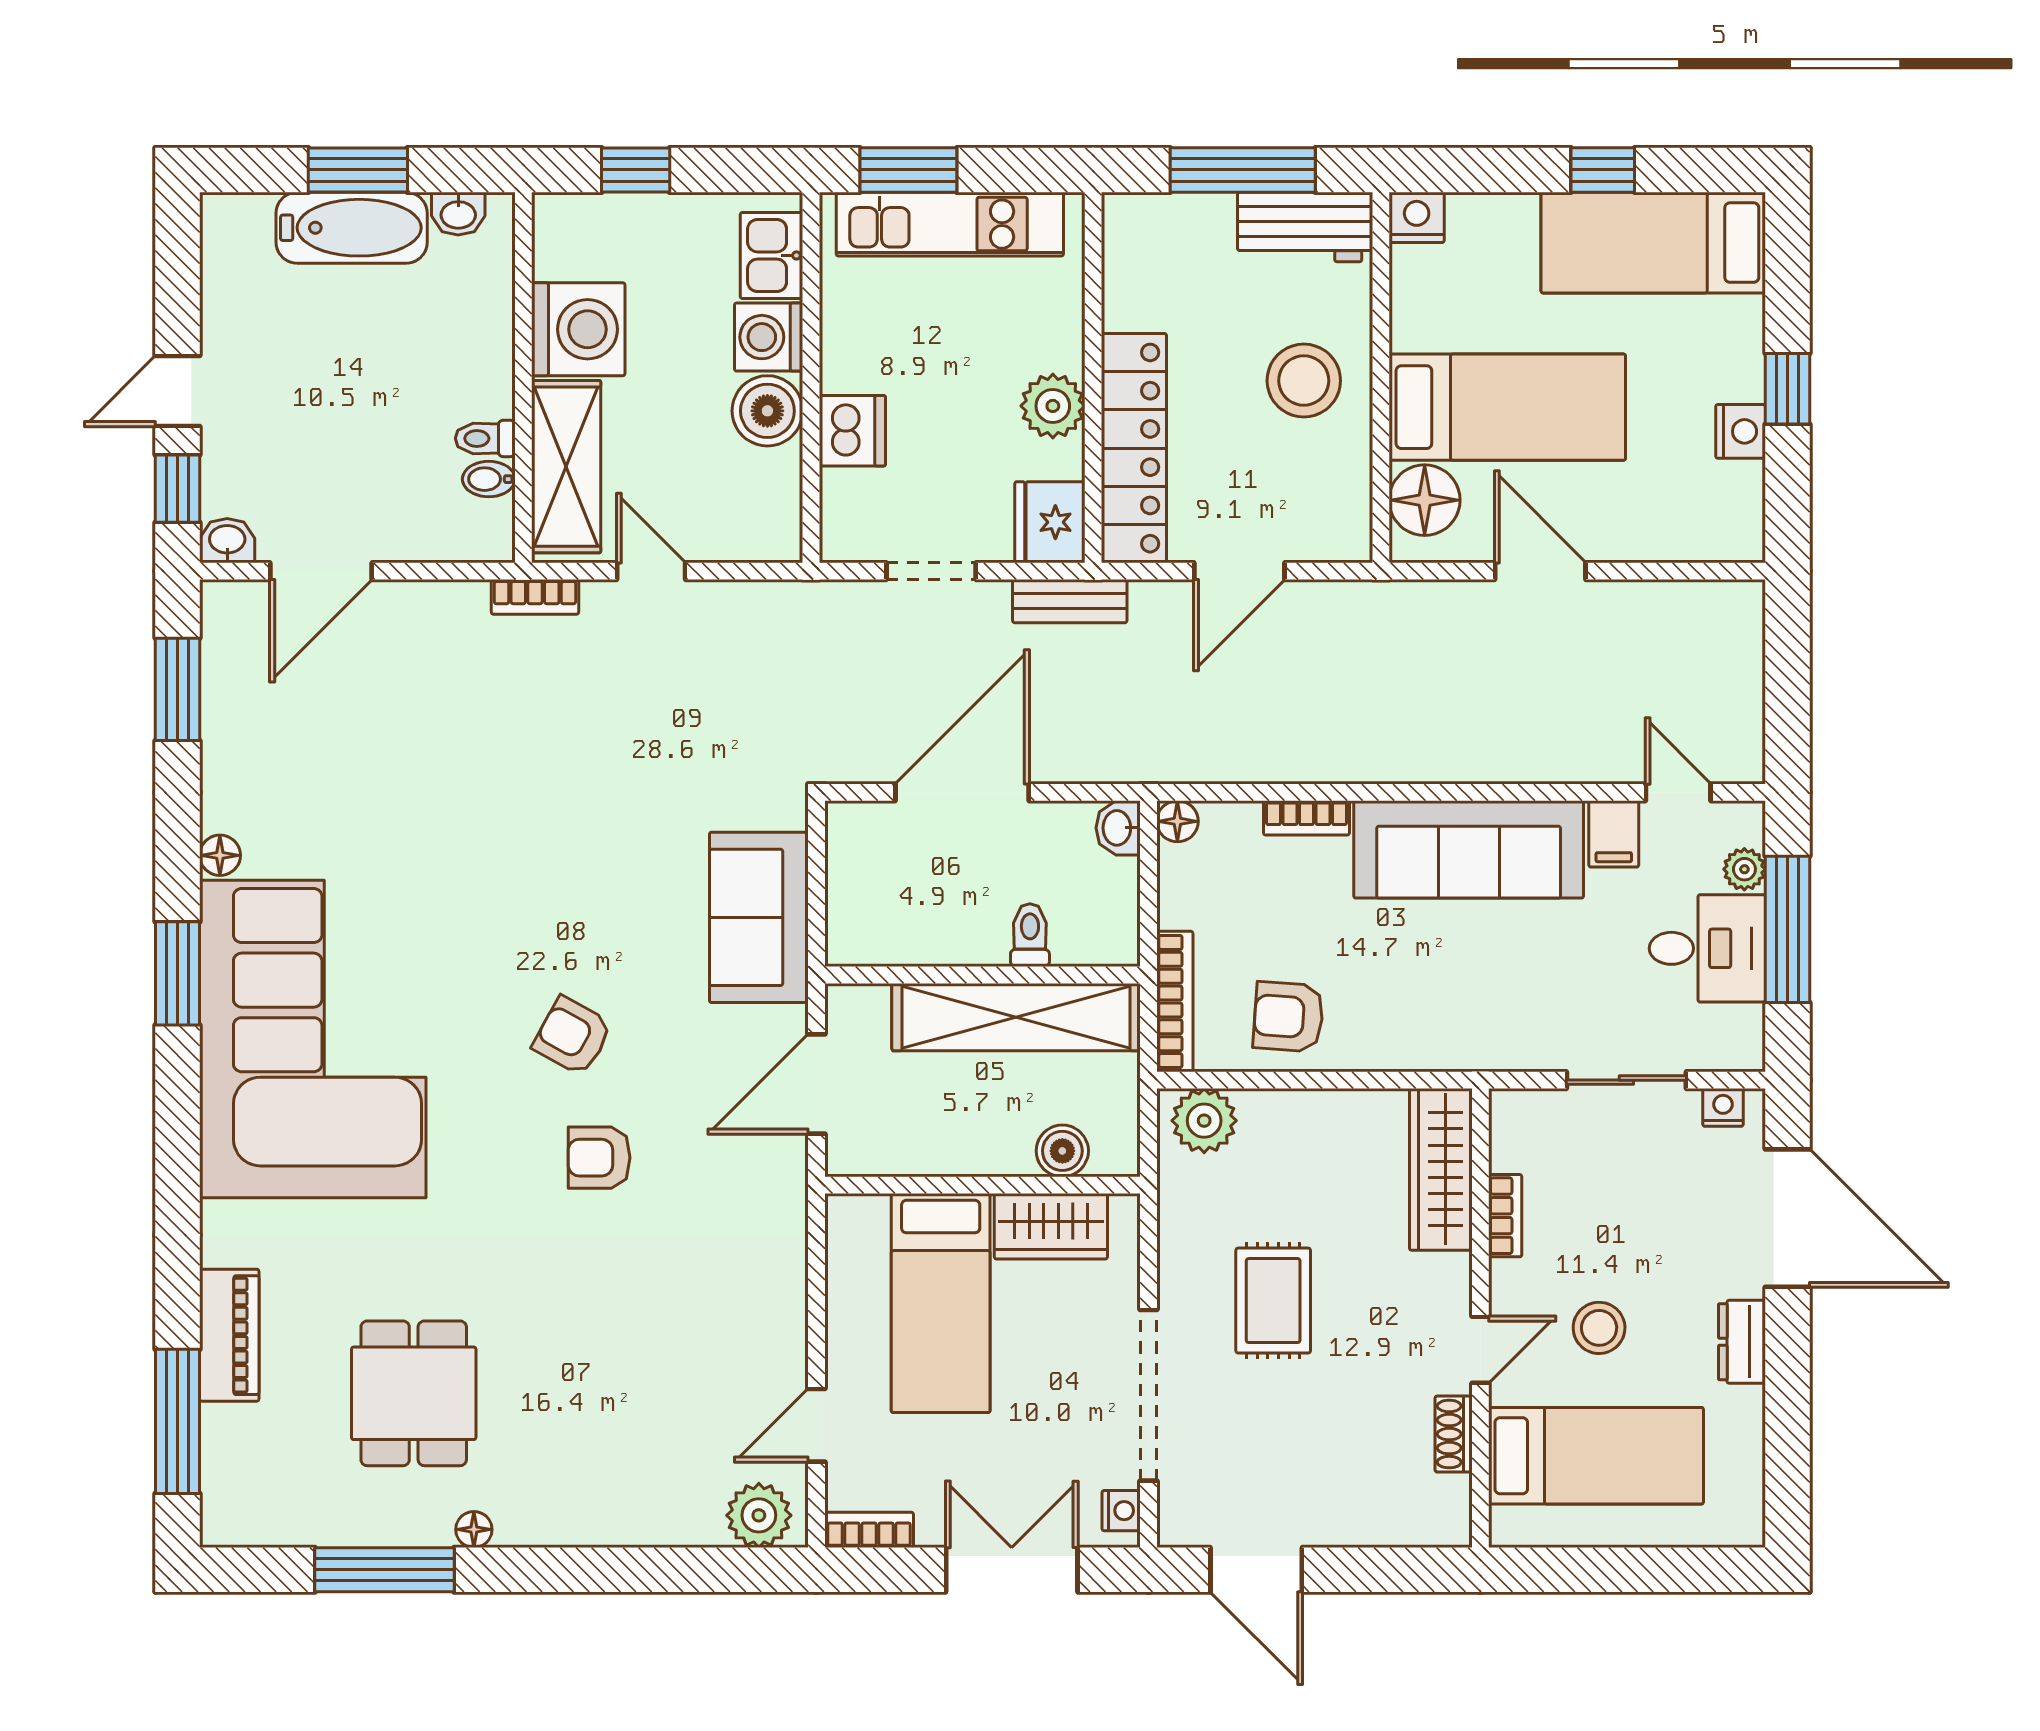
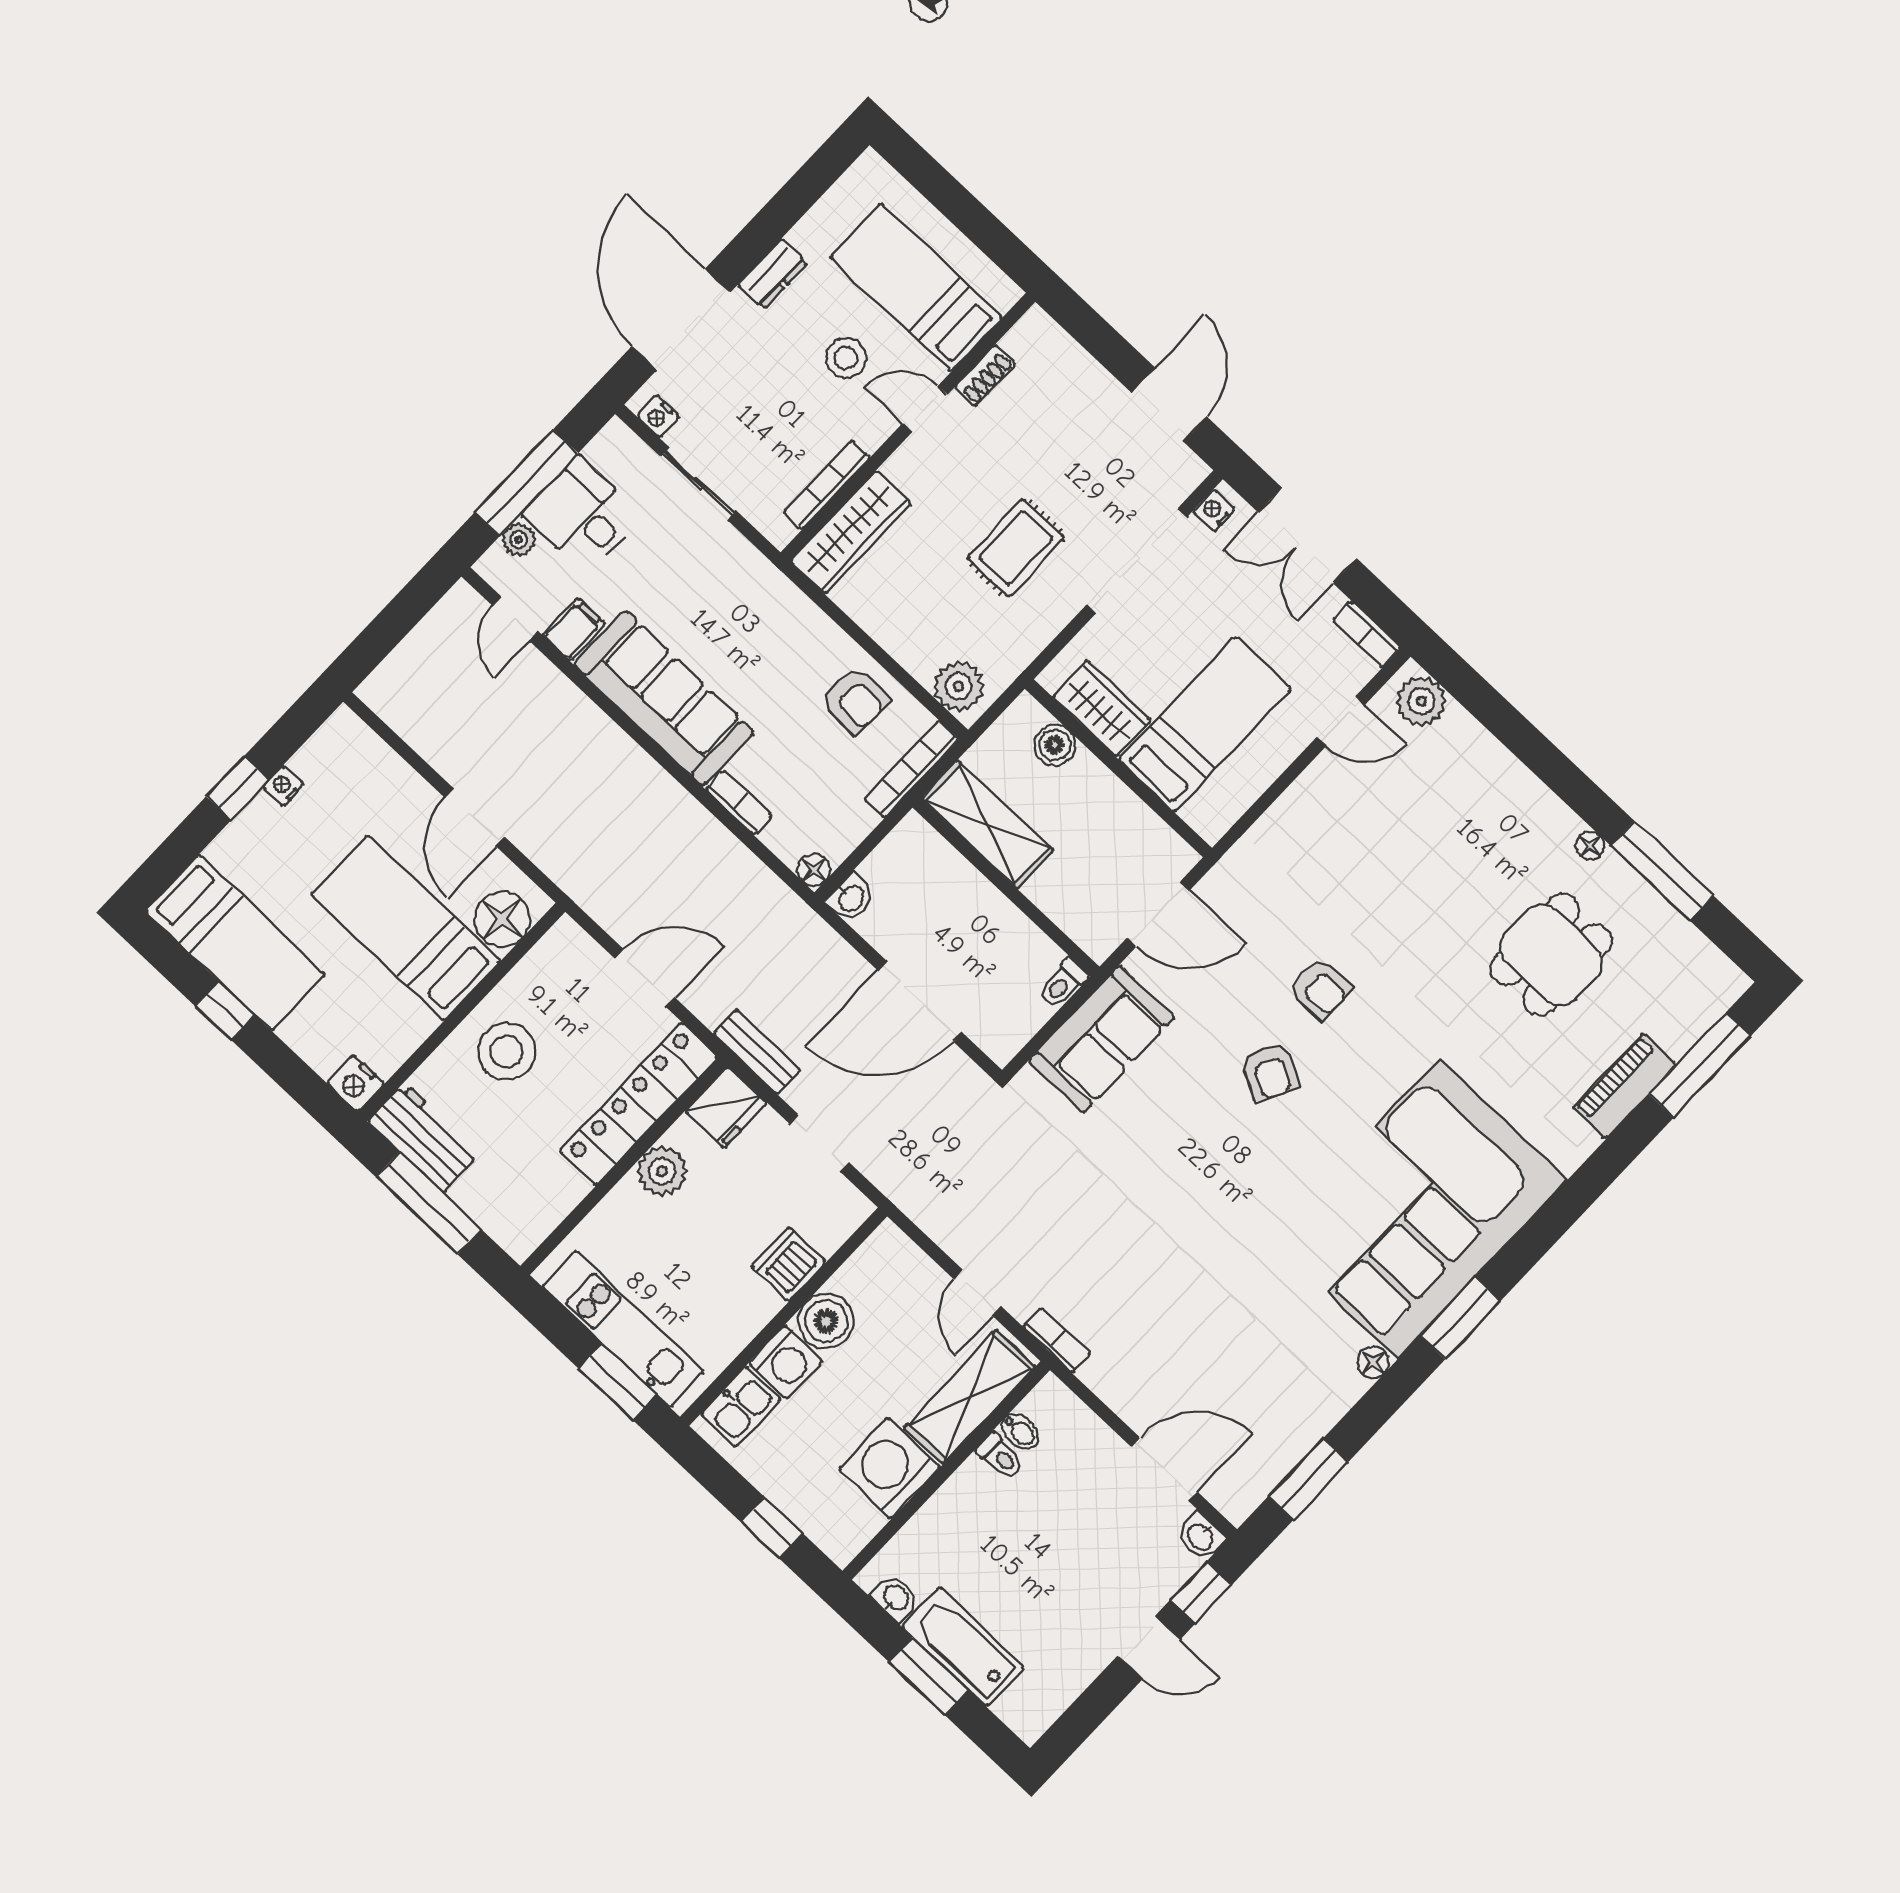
nightstand: (1741, 431) -> (283, 786), width x0.72, depth x0.74
toilet: (1030, 935) -> (1063, 984), moved
shelving: (1016, 1017) -> (987, 824), width x0.68
bookcase: (1505, 1216) -> (827, 485), width x1.56

